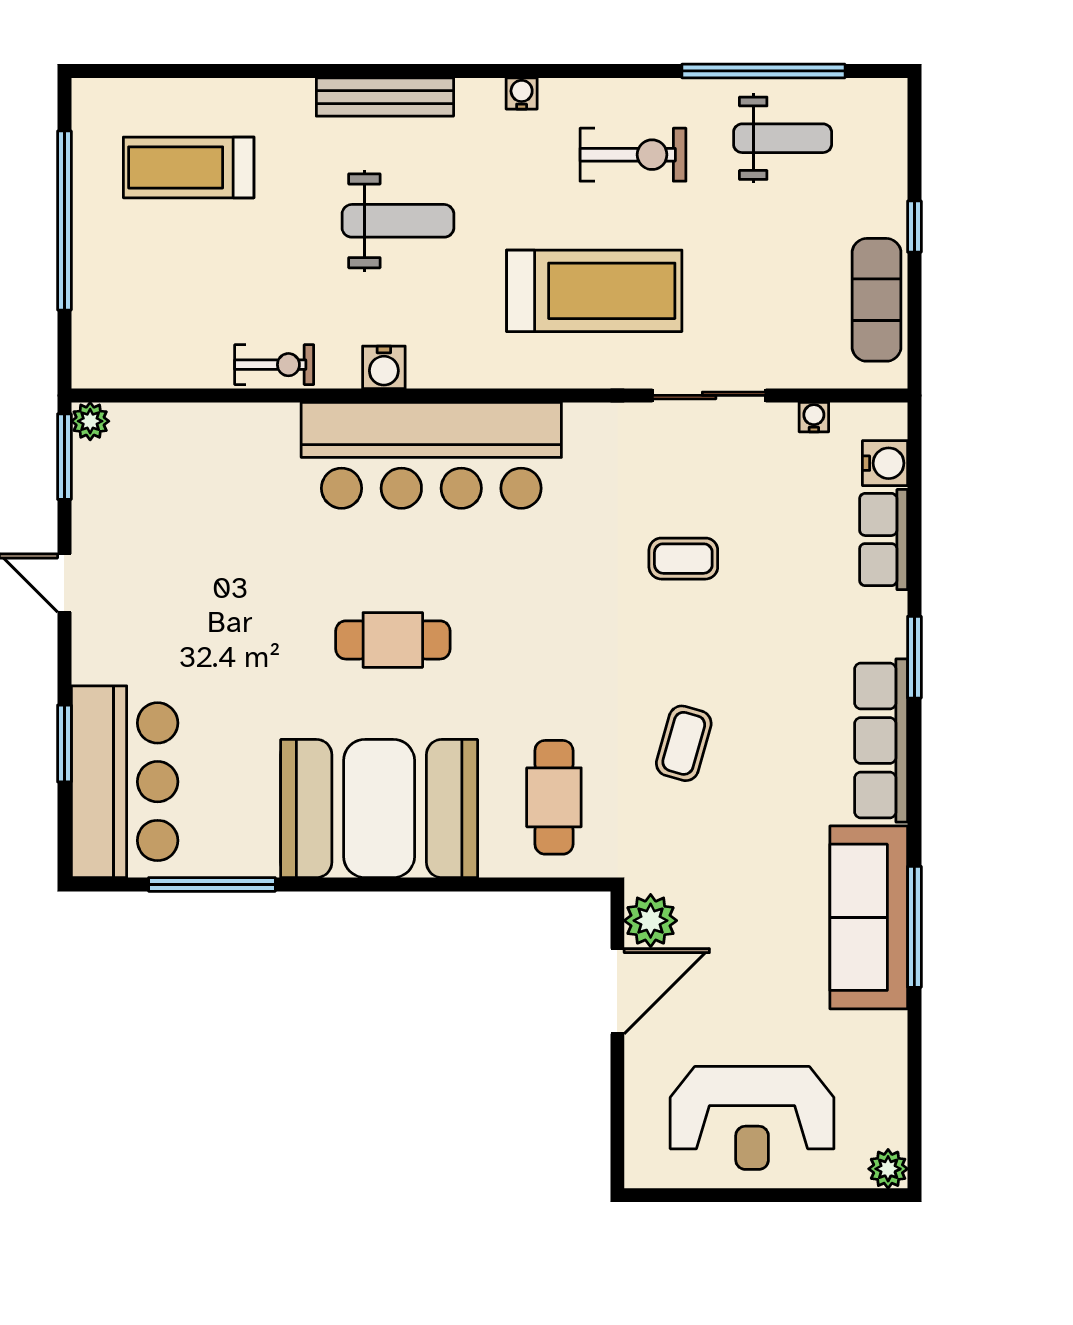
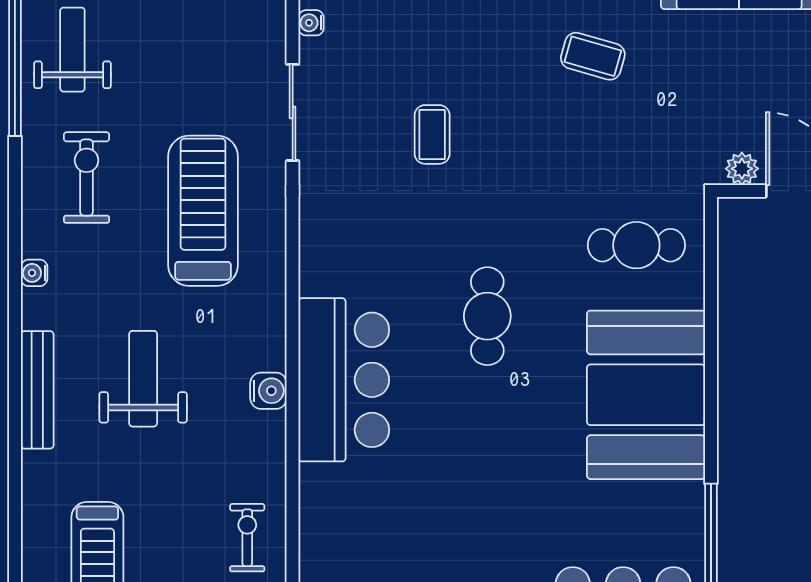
exercise bike: (274, 365) -> (247, 538), moved
bar counter: (431, 455) -> (344, 380), width x0.73
cafe table: (393, 640) -> (487, 316), moved
coffee table: (684, 743) -> (593, 56), moved
plant: (651, 921) -> (742, 169), width x0.73, depth x0.73

